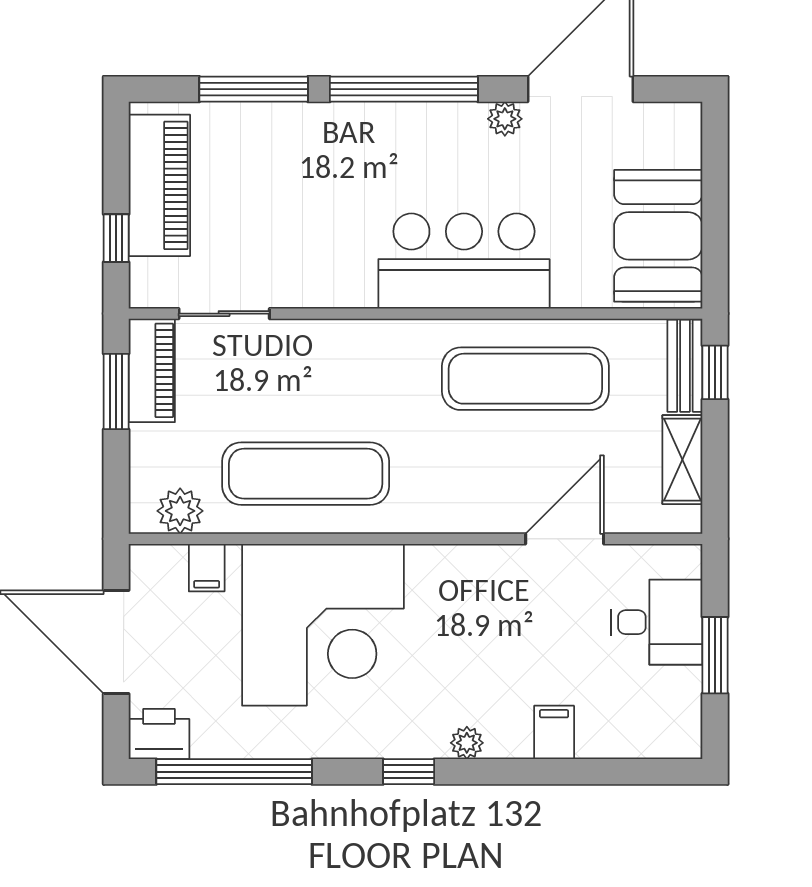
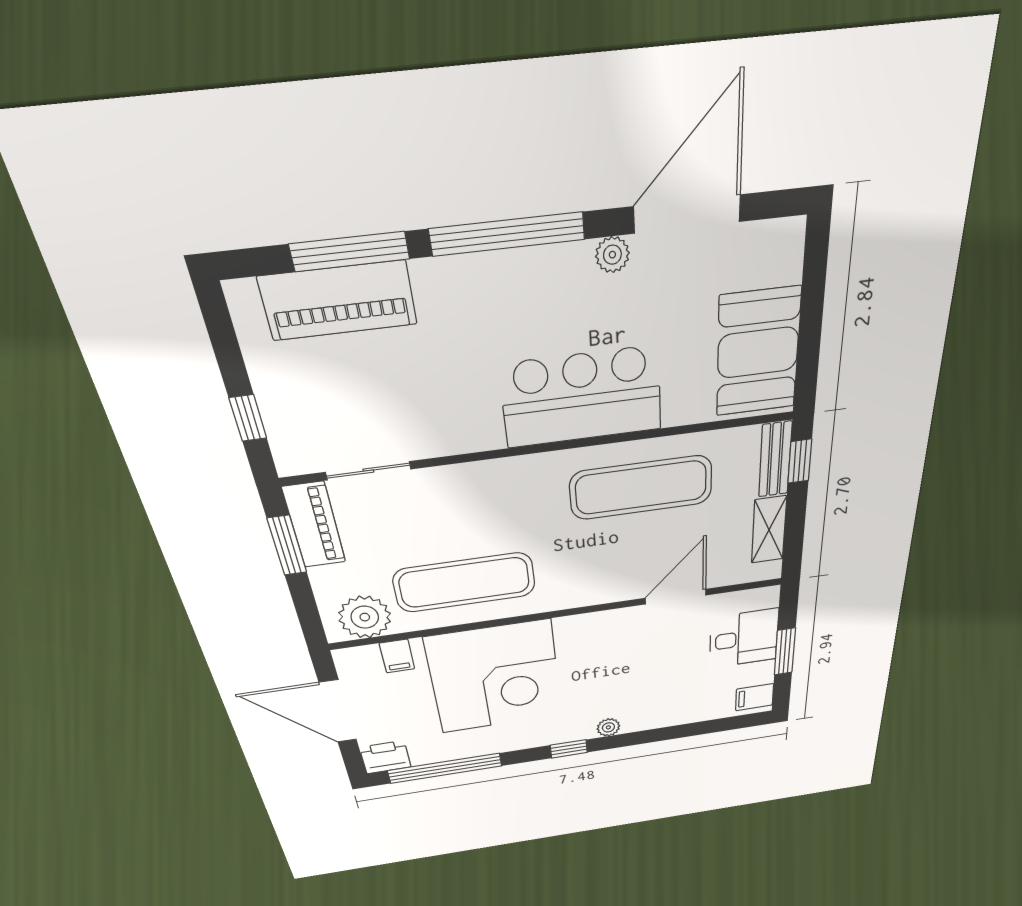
piano: (159, 185) -> (339, 301), moved, turned 90
plant: (180, 511) -> (365, 617), width x1.36, depth x1.36
filing cabinet: (554, 732) -> (755, 697), moved, turned -90

